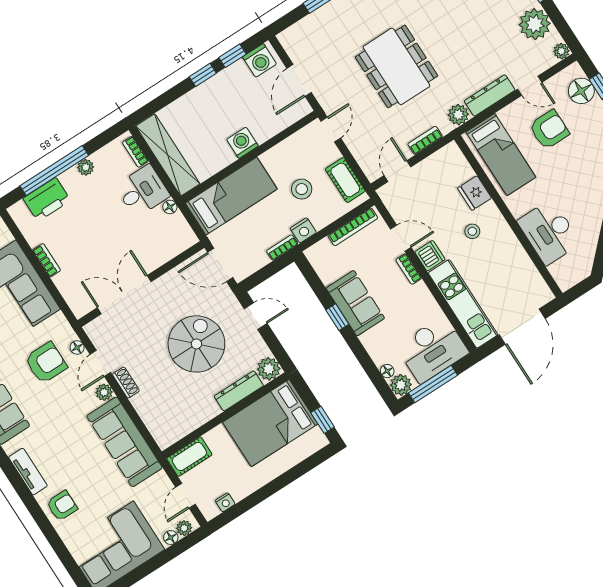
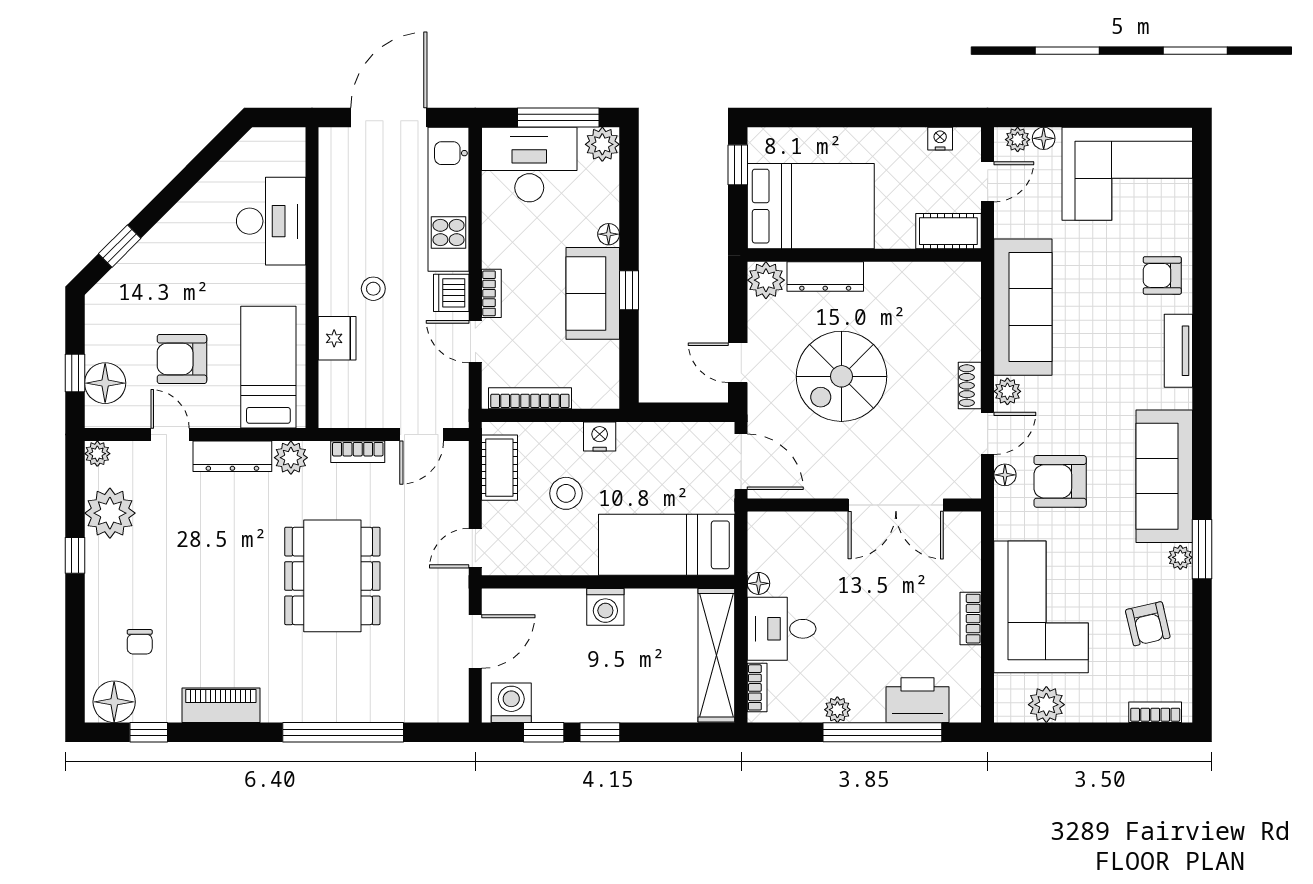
bookcase: (282, 248) -> (643, 432), removed
floor lamp: (387, 371) -> (609, 234), moved

